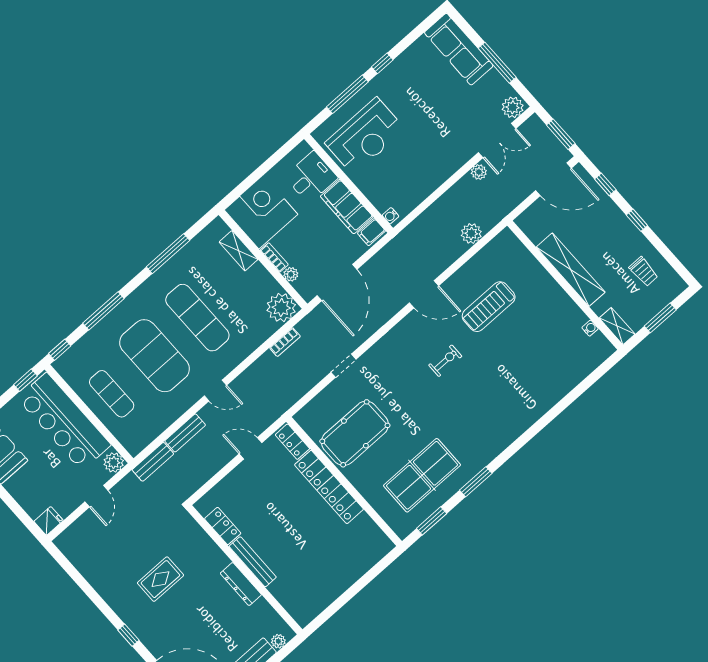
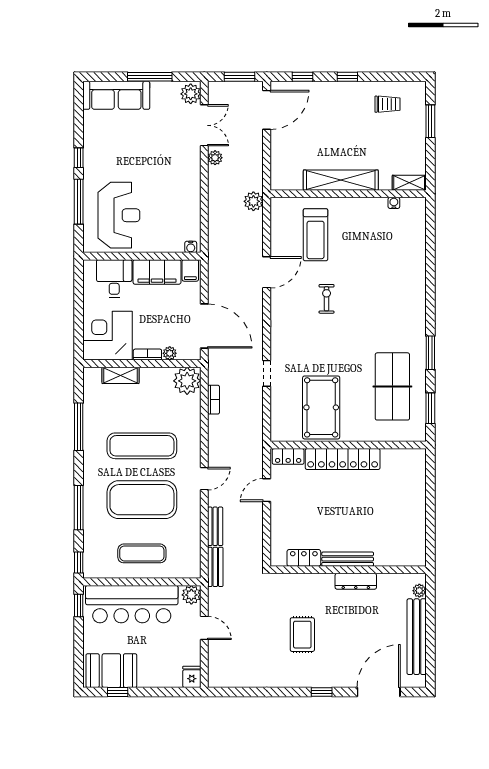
shelving: (571, 270) -> (341, 180), moved
wall: (565, 285) -> (348, 194), moved
shelving: (617, 326) -> (409, 183), moved
water cooler: (590, 328) -> (394, 203), moved

